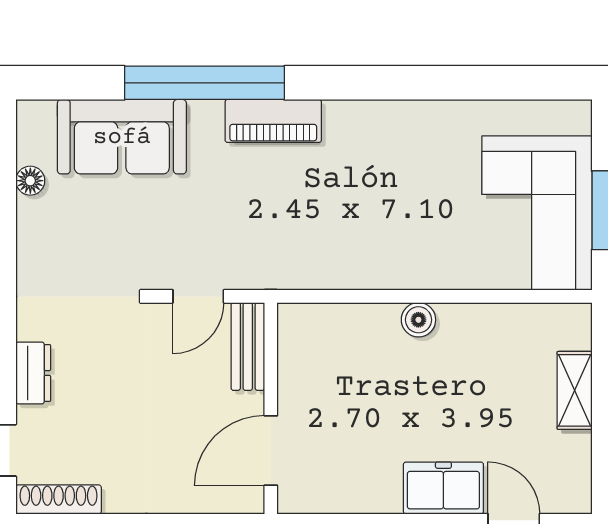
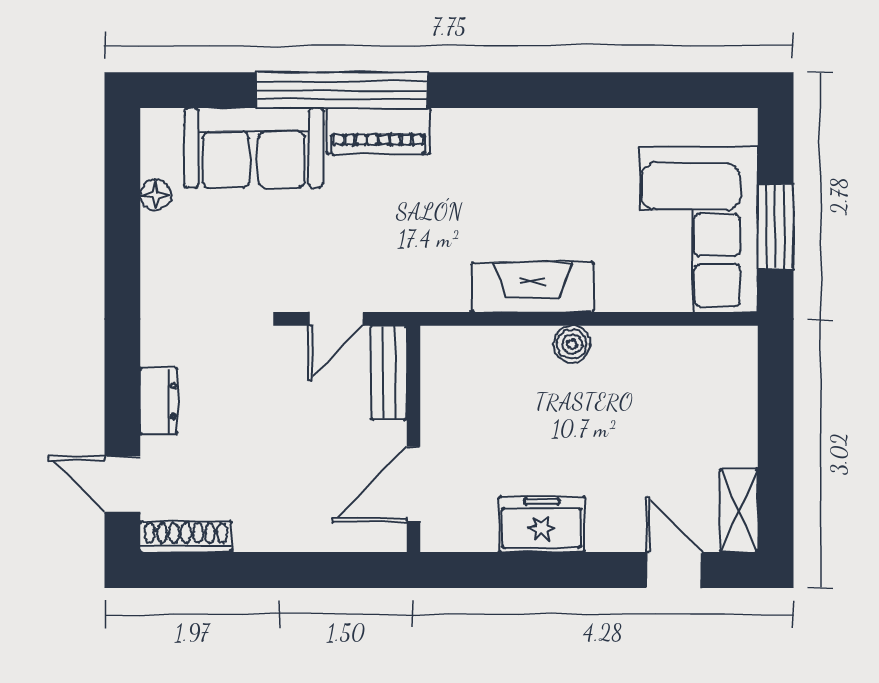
piano: (273, 121) -> (378, 131), moved
fireplace: (382, 267) -> (533, 287), added
shelving: (575, 390) -> (739, 510), moved
freezer: (443, 488) -> (542, 524), moved

